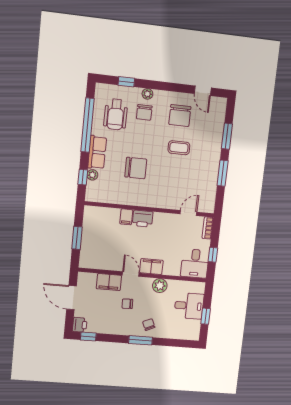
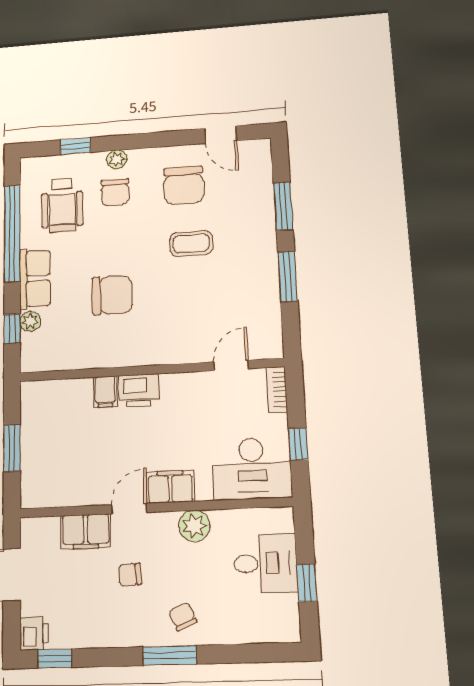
desk: (195, 263) -> (252, 469), width x1.37
door: (131, 274) -> (129, 509), hinge flipped

